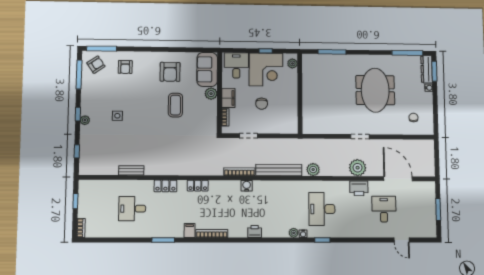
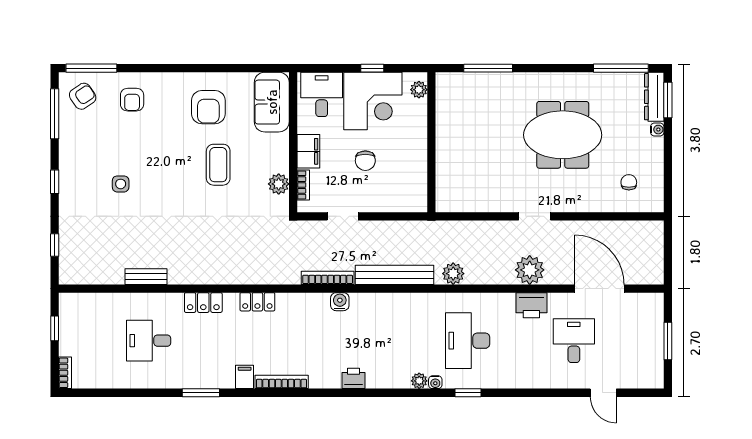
meeting table: (375, 90) -> (563, 135), turned 90
plant: (211, 94) -> (279, 184), moved
plant: (85, 120) -> (67, 192), removed

